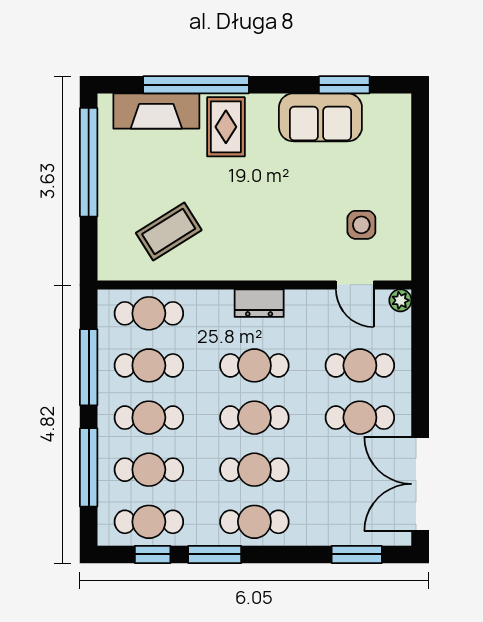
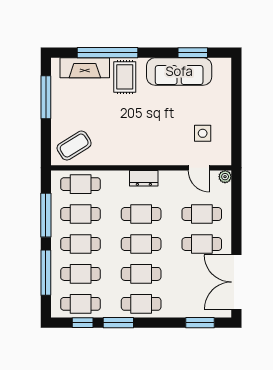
sofa: (320, 117) -> (179, 71), width x1.36
window: (89, 162) -> (46, 97), width x0.68
coffee table: (169, 231) -> (74, 146), moved

